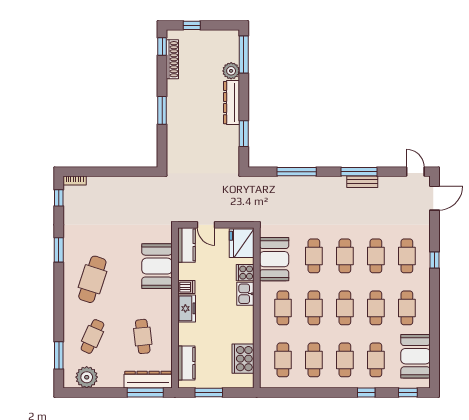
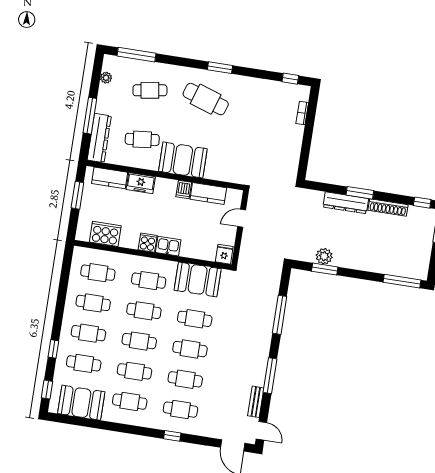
shoe rack: (172, 59) -> (388, 208), moved
plant: (231, 71) -> (324, 256), moved
dresser: (232, 103) -> (346, 203), moved, turned 180
door: (415, 172) -> (261, 431), hinge flipped
bookcase: (75, 181) -> (302, 113), moved
bench: (362, 182) -> (256, 402), moved
fridge: (242, 243) -> (224, 254), width x0.53, depth x0.75
kitchen counter: (186, 245) -> (208, 194), moved
window: (59, 250) -> (220, 68), moved
booth: (157, 266) -> (183, 160), moved
cooker: (245, 273) -> (148, 243), moved
freezer: (187, 308) -> (141, 183), moved
cafe table: (92, 336) -> (150, 90), turned -33
window: (59, 355) -> (137, 55), width x1.44
plant: (87, 377) -> (106, 78), width x0.53, depth x0.53
window: (145, 393) -> (90, 116), moved

